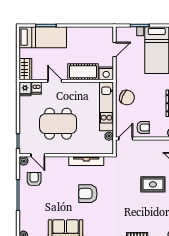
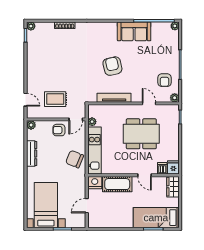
door: (38, 155) -> (149, 103), moved
rug: (153, 184) -> (55, 99), moved
armchair: (88, 194) -> (112, 66), turned -103

